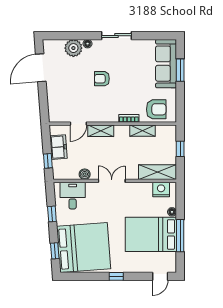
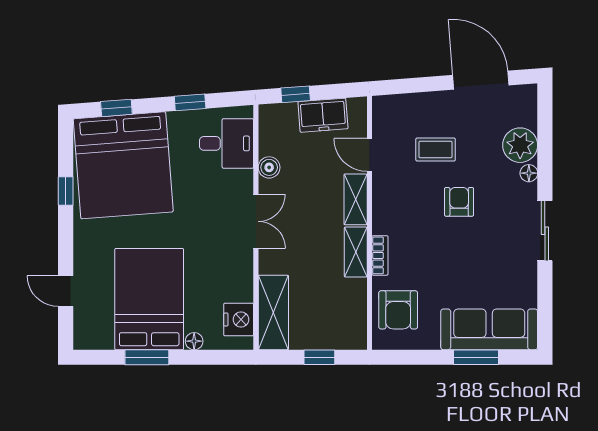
coffee table: (76, 91) -> (436, 149), added
shelving: (143, 131) -> (356, 252), moved
window: (180, 236) -> (147, 357), width x0.69
window: (116, 276) -> (66, 191), moved
door: (160, 276) -> (66, 291), moved

